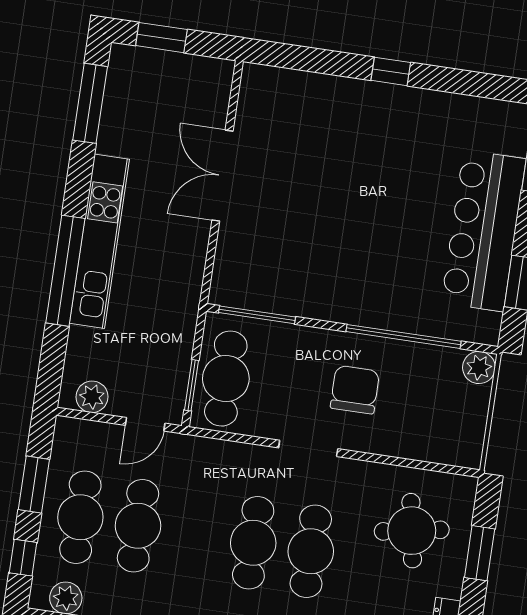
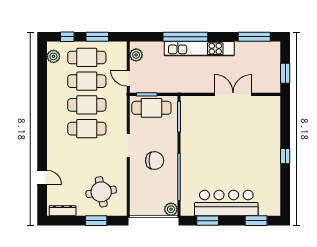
window: (161, 38) -> (285, 73), moved
cafe table: (311, 551) -> (87, 105), moved

